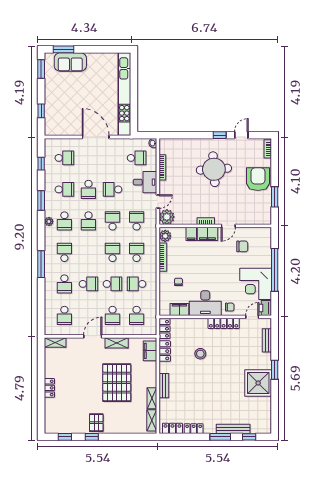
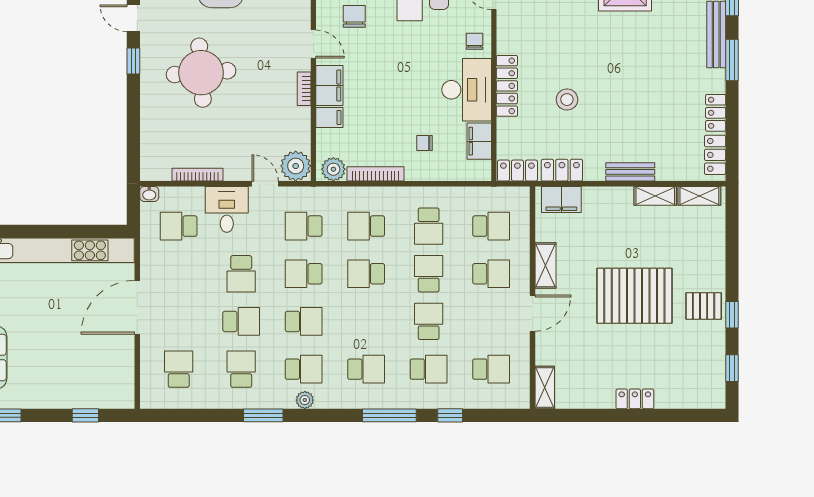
school desk: (137, 158) -> (179, 226), turned -90
window: (41, 164) -> (450, 415), moved
school desk: (64, 252) -> (366, 369), turned 180
locker: (224, 323) -> (507, 86), moved
door: (93, 336) -> (533, 313), swing flipped
pallet: (117, 383) -> (634, 296), moved

